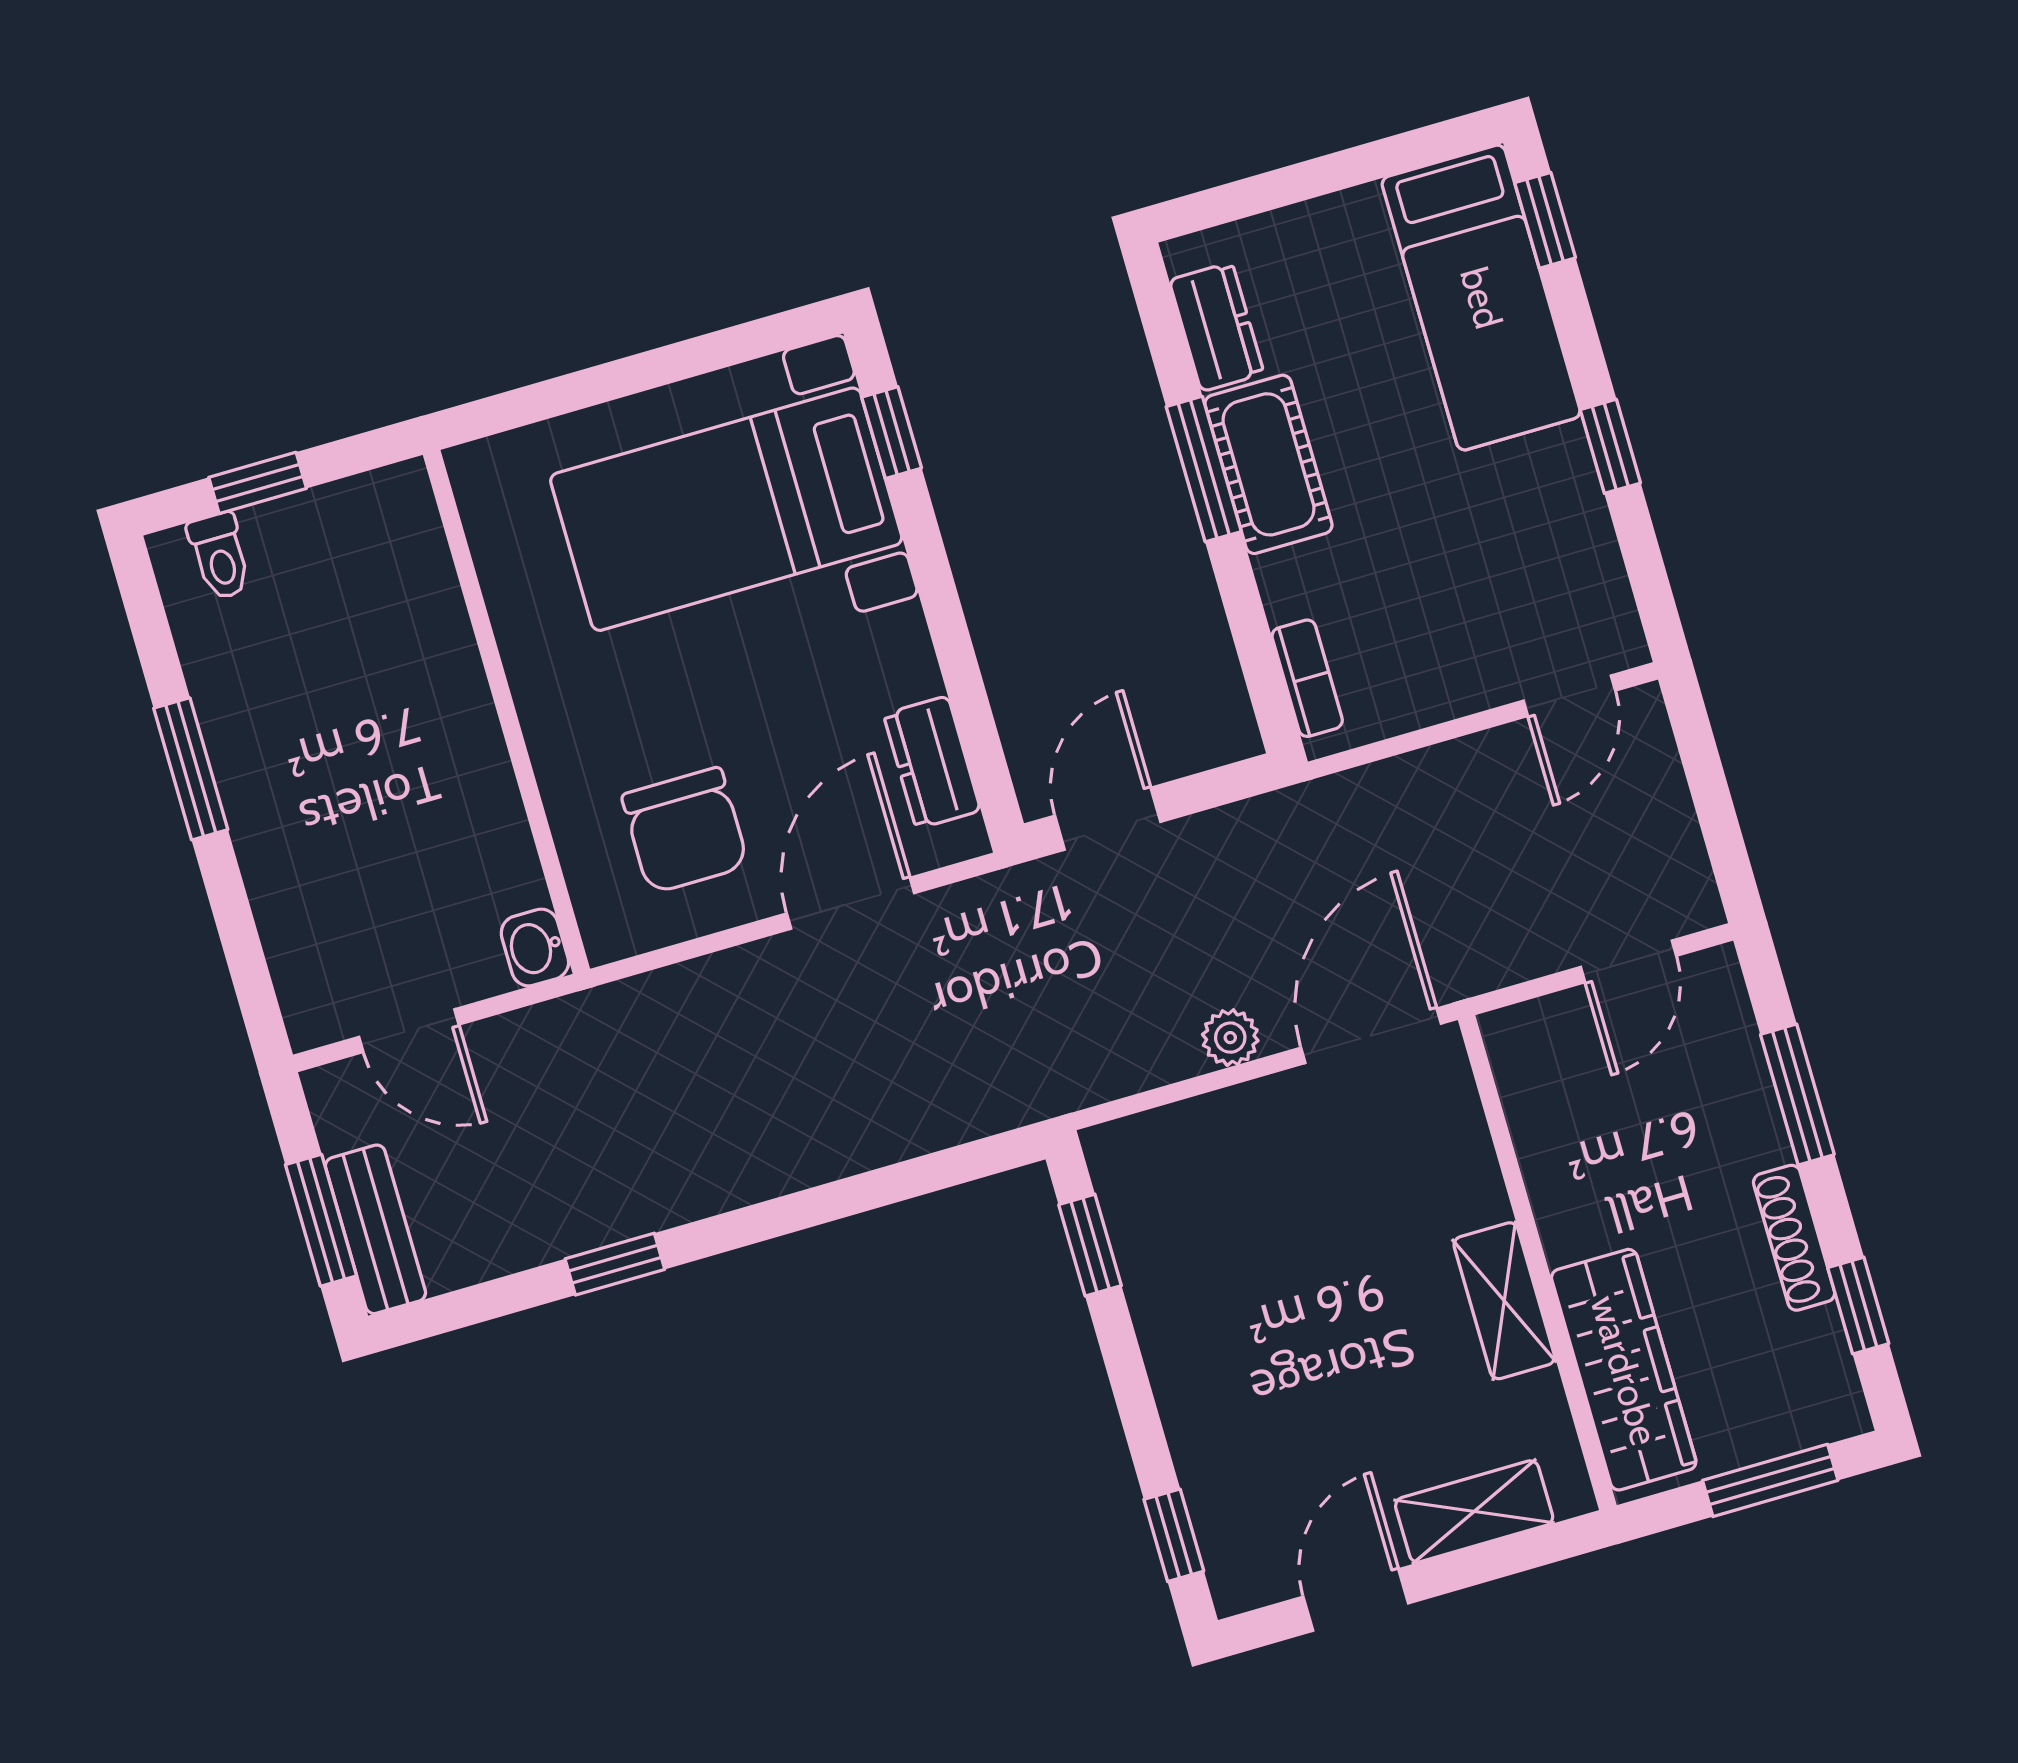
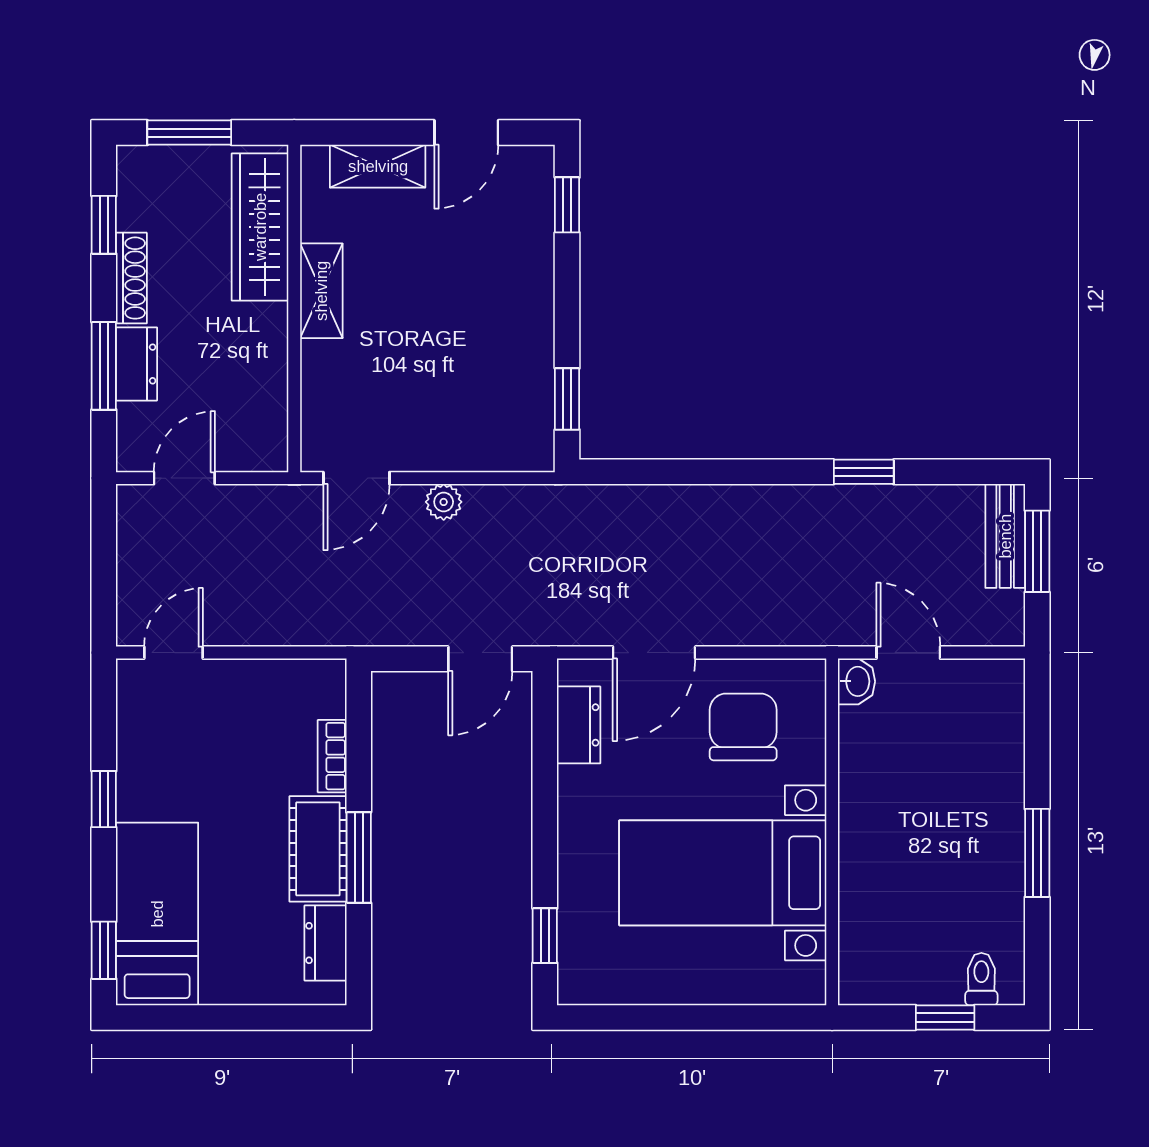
bed with nightstands: (726, 509) -> (723, 873), moved, turned 180
bookcase: (1307, 678) -> (332, 756), moved
door: (409, 1031) -> (908, 653), moved
door: (1371, 1036) -> (356, 478), width x0.73
dresser: (1749, 1111) -> (137, 364), added

